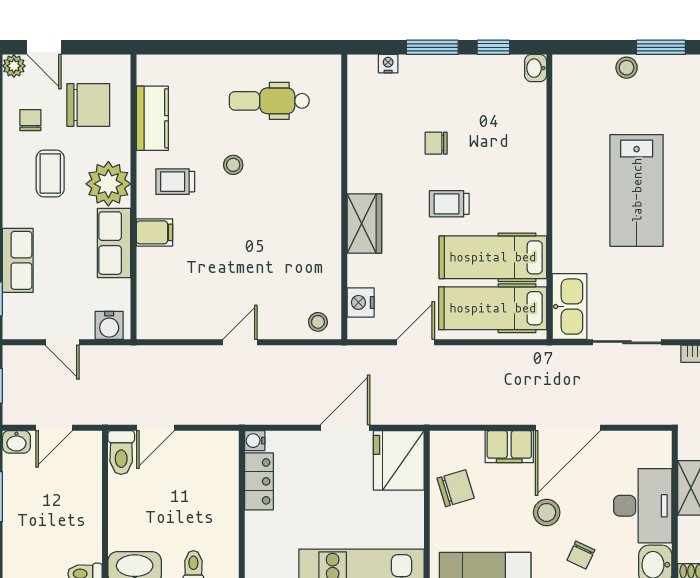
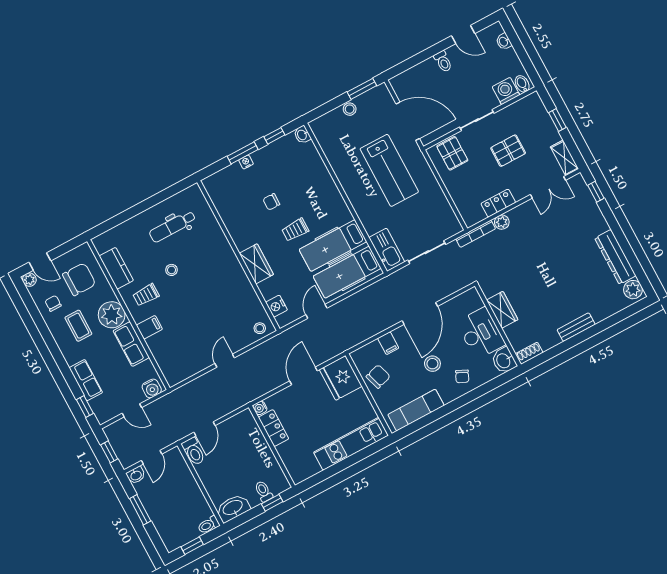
nightstand: (388, 64) -> (246, 162), moved
filing cabinet: (509, 447) -> (388, 343), width x0.50

